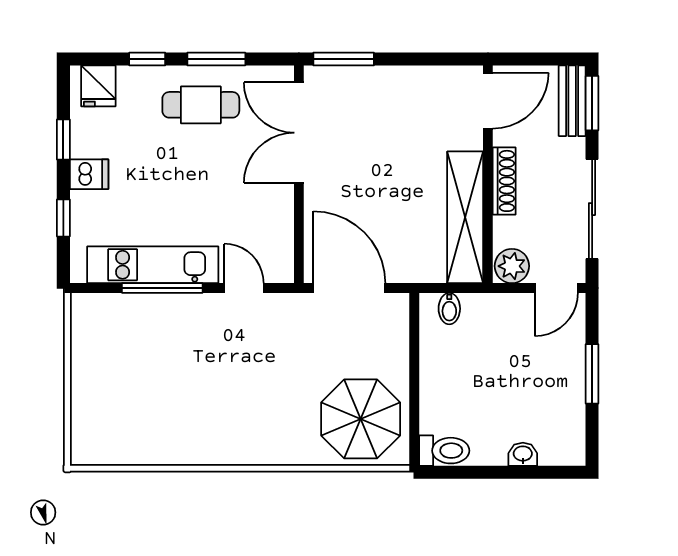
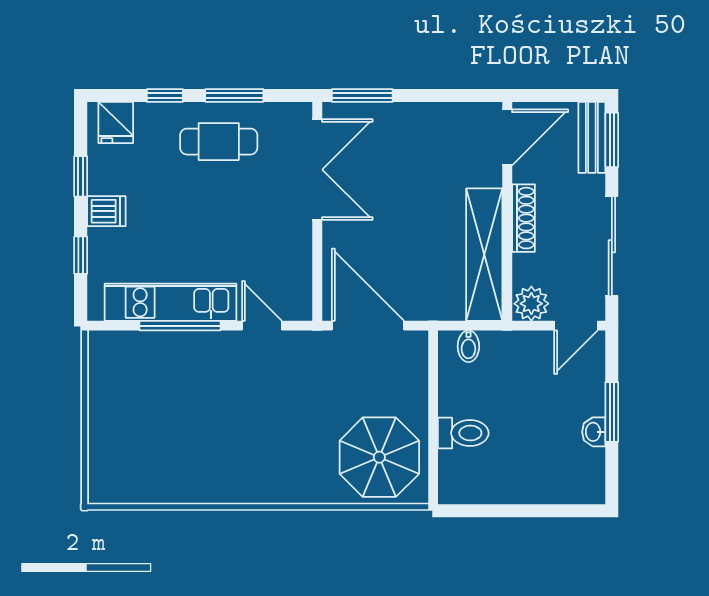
double door: (299, 133) -> (317, 170), swing flipped
toilet: (444, 451) -> (463, 433), moved
washbasin: (523, 454) -> (594, 432), moved, turned -90

